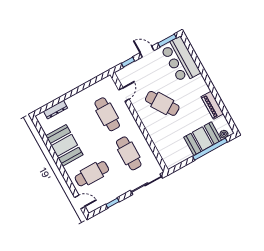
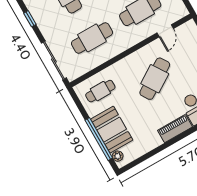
door: (124, 94) -> (165, 31), hinge flipped
piano: (212, 105) -> (175, 129), moved
cafe table: (172, 147) -> (100, 91), added

